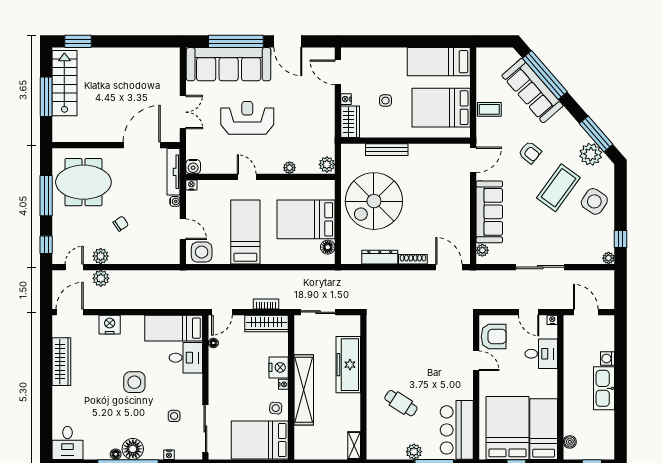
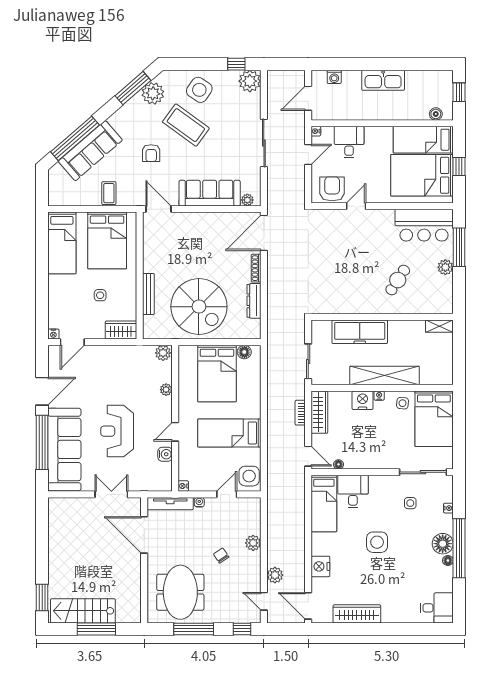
nightstand: (346, 99) -> (53, 334), moved
armchair: (530, 152) -> (151, 153), turned 141
water cooler: (193, 167) -> (165, 454), moved
plant: (101, 256) -> (253, 543), moved
plant: (608, 258) -> (250, 81), width x1.87, depth x1.87
door: (449, 267) -> (264, 233), width x1.36
washing machine: (608, 359) -> (334, 77), moved

